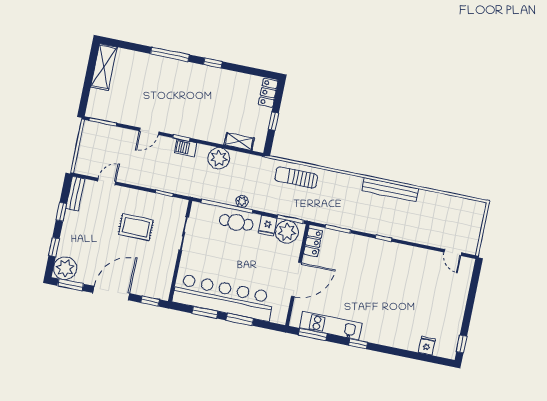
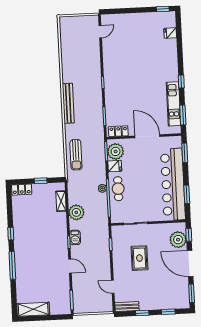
bench: (390, 190) -> (68, 103), moved
plant: (65, 268) -> (178, 240), moved
window: (240, 319) -> (185, 153), moved

